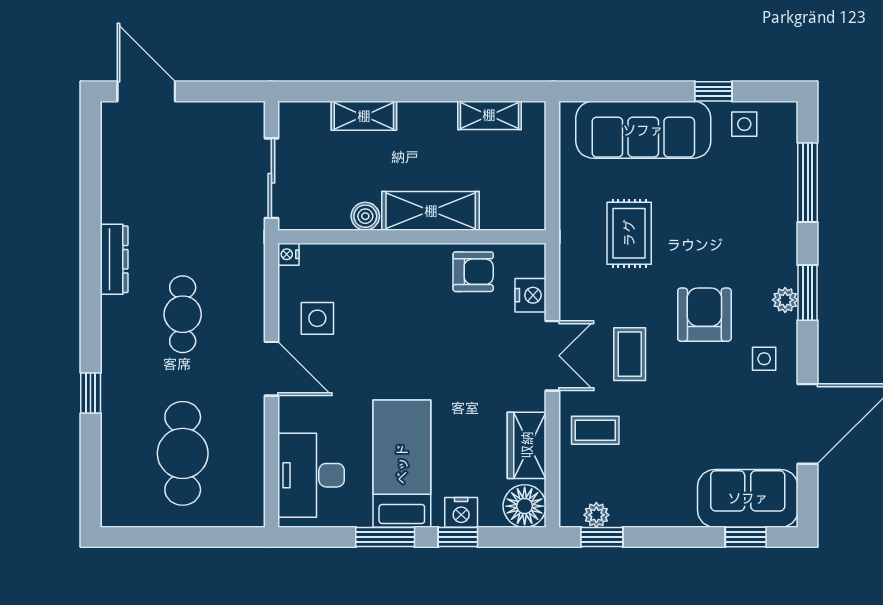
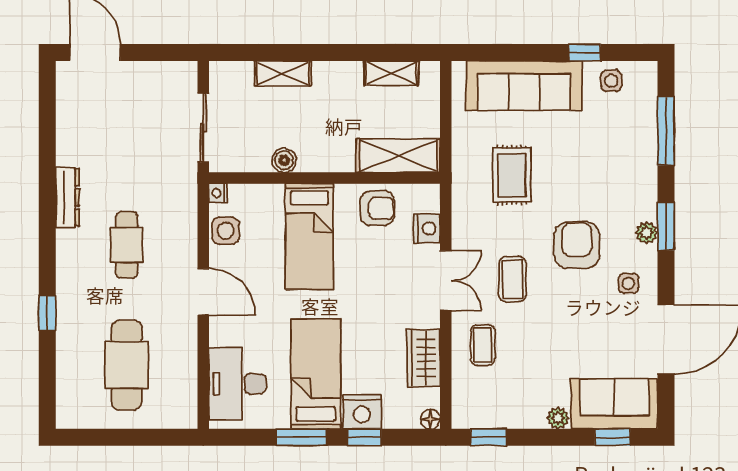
shelving: (431, 211) -> (398, 156), moved
bed: (394, 304) -> (309, 236), added
side table: (317, 318) -> (226, 231), moved
coffee table: (595, 430) -> (483, 345), turned 90
floor lamp: (525, 506) -> (430, 419), width x0.53, depth x0.53
nightstand: (461, 512) -> (362, 412), width x1.36, depth x1.33
plant: (596, 515) -> (558, 418), moved

